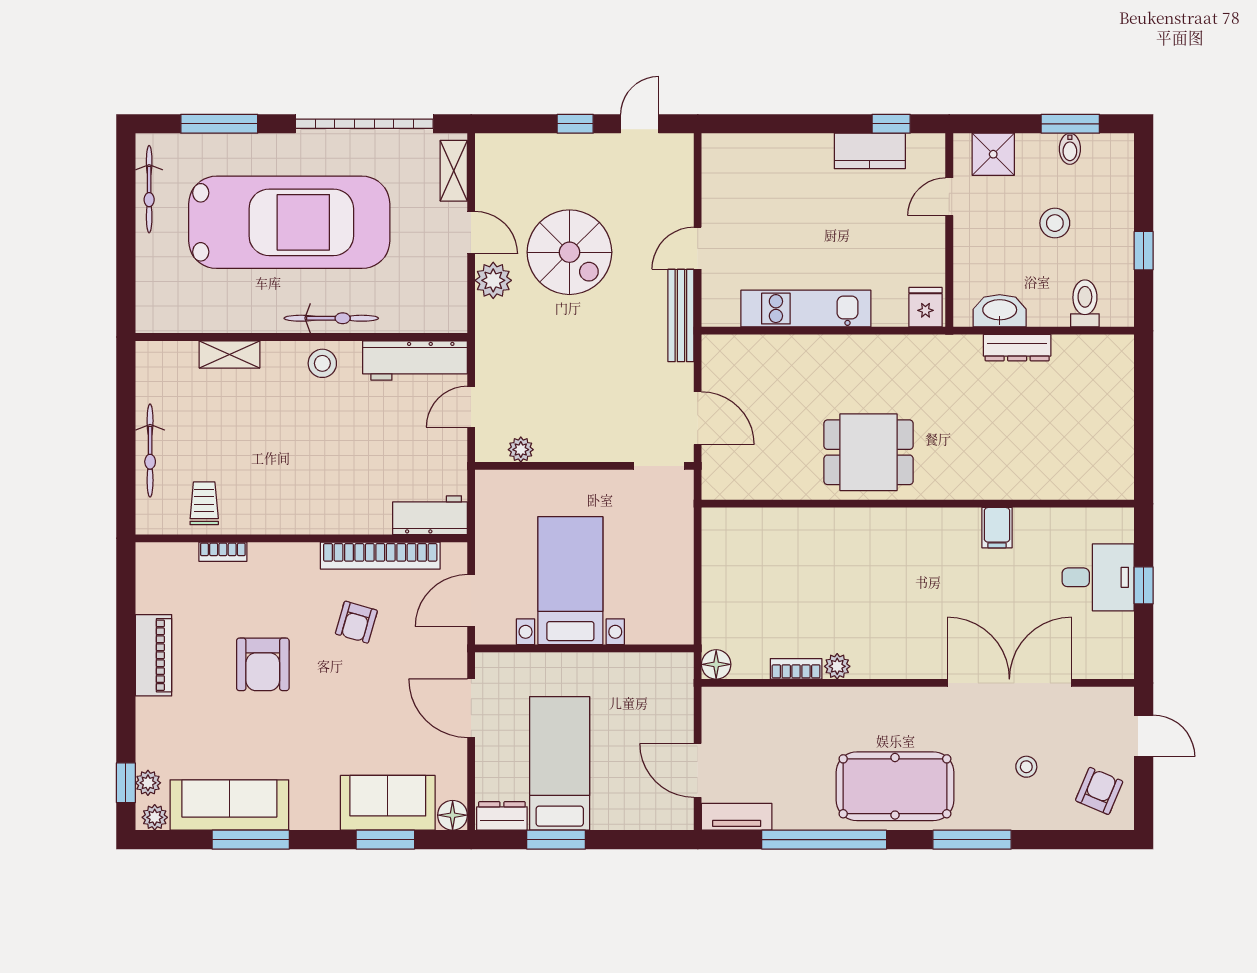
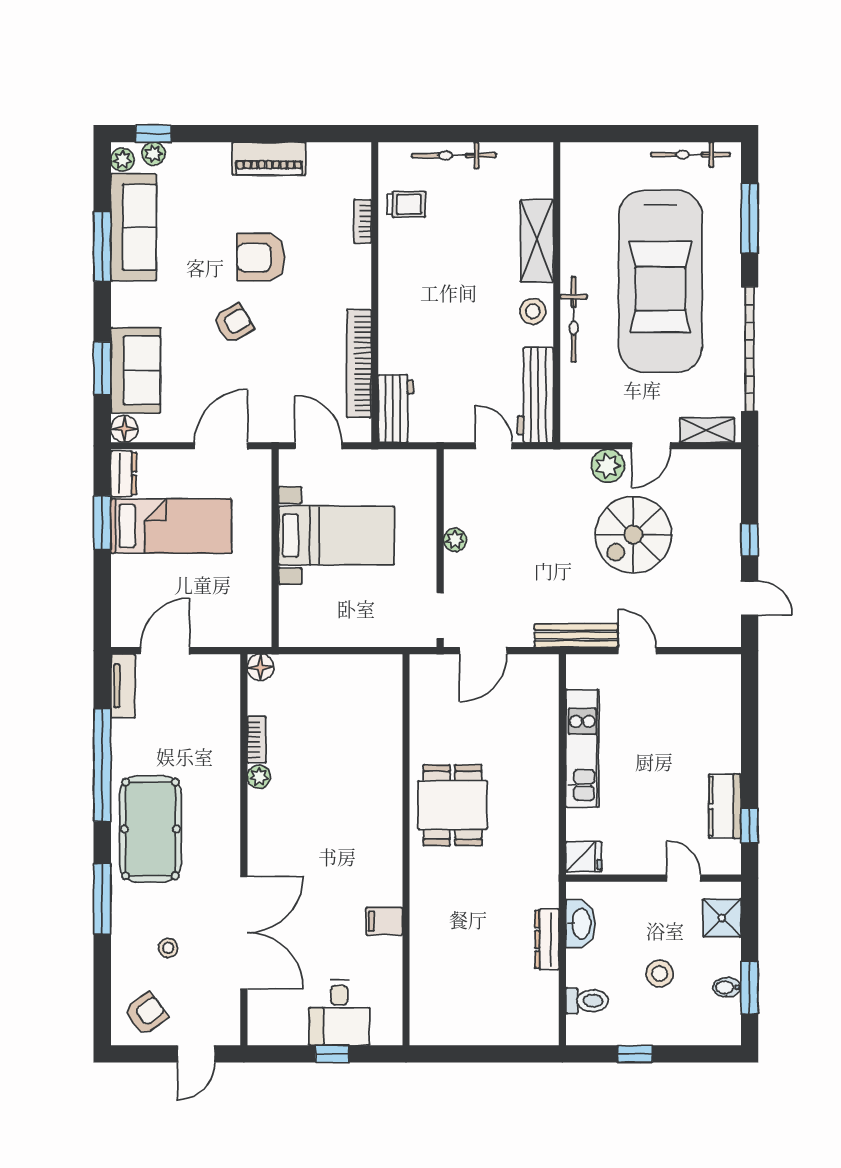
shelving: (230, 354) -> (537, 241), width x1.50, depth x1.33
plant: (521, 450) -> (455, 540), moved
armchair: (356, 622) -> (233, 323), moved, turned 134
armchair: (1099, 791) -> (146, 1014), turned -59

